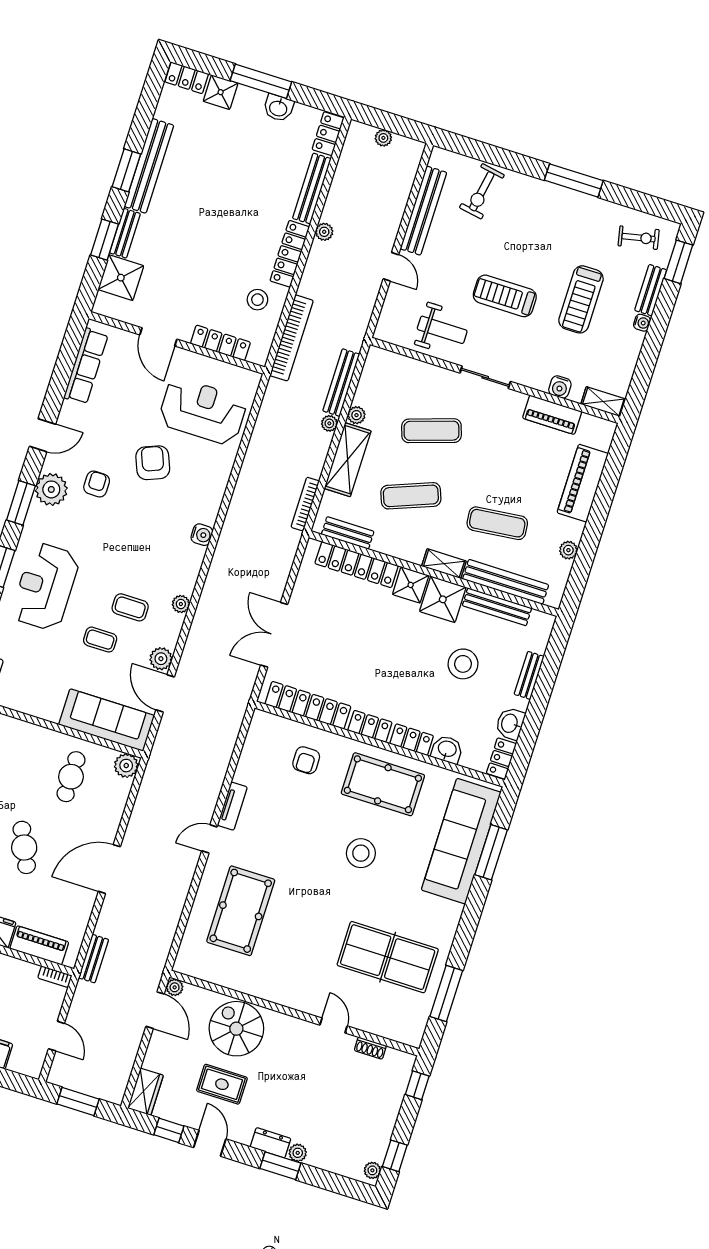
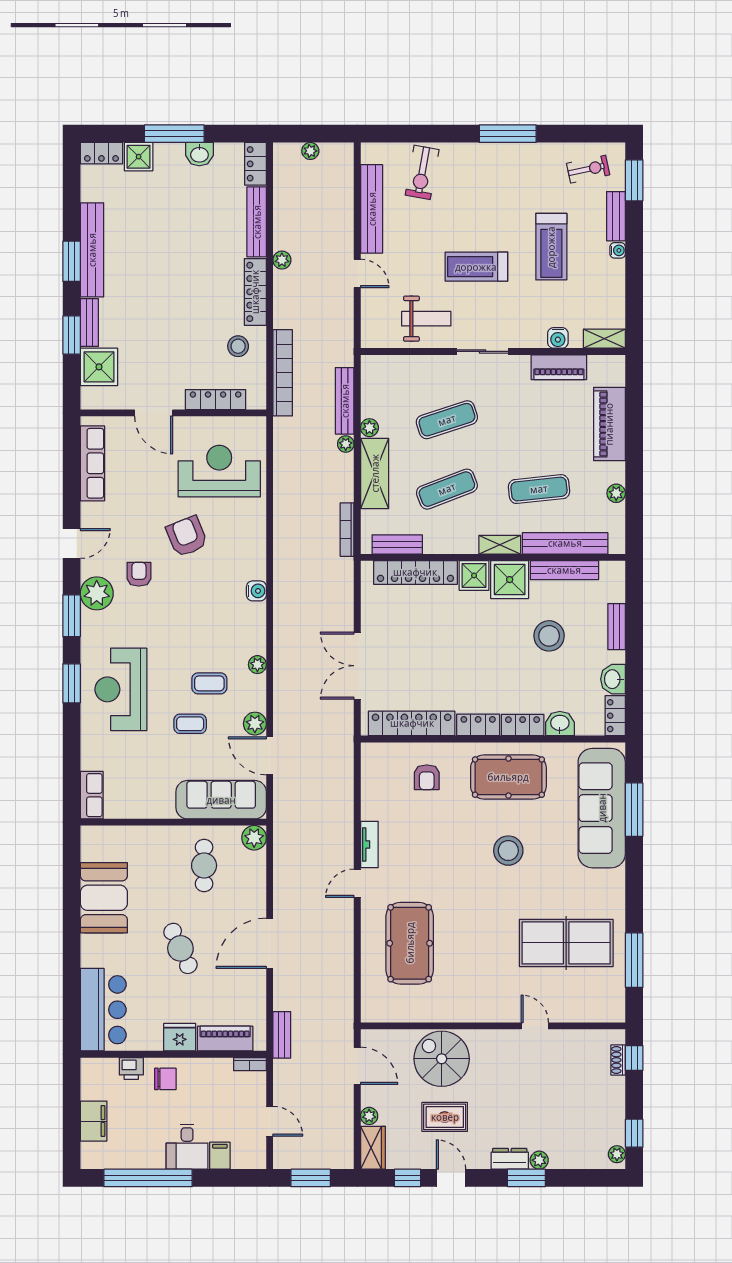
plant: (175, 987) -> (369, 1116), moved
shoe rack: (370, 1048) -> (618, 1060), moved, turned 90

